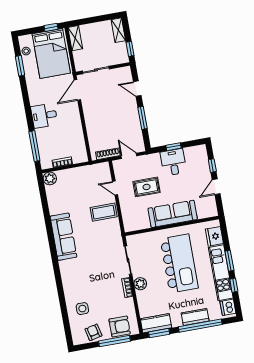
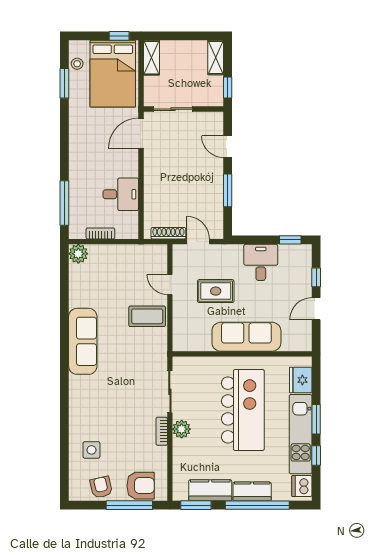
desk: (44, 116) -> (121, 194), moved, turned 180
window: (173, 147) -> (290, 240), moved
kitchen counter: (156, 323) -> (210, 490), moved

